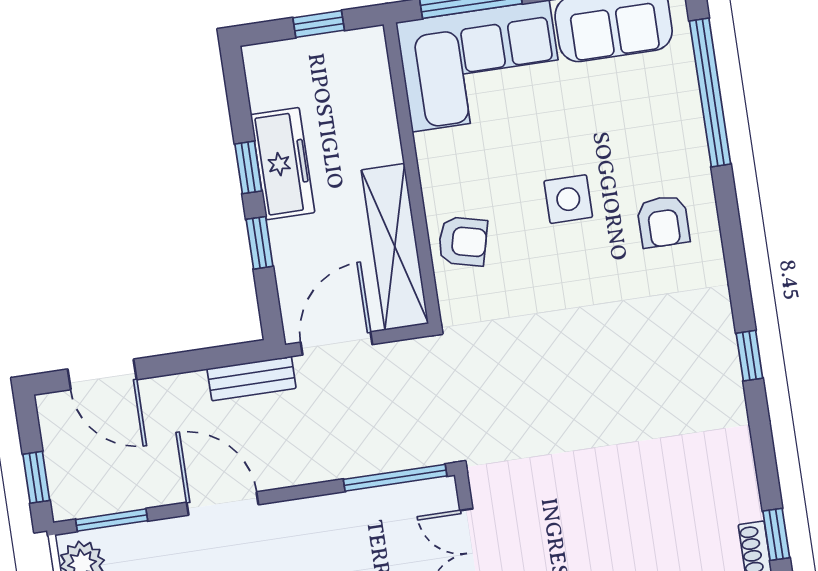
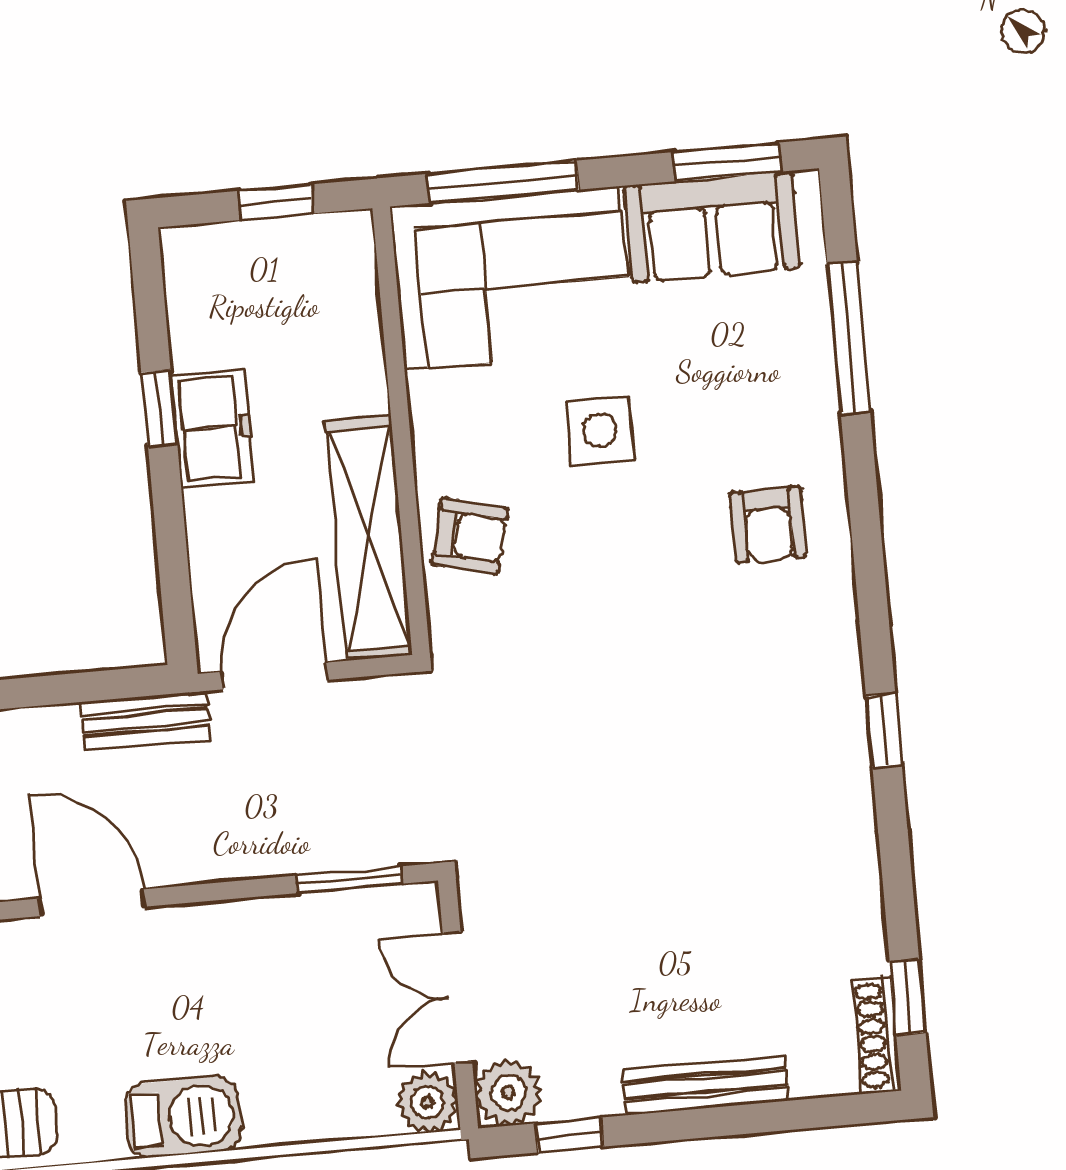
window: (710, 92) -> (849, 338), width x0.68
freezer: (283, 164) -> (212, 428), width x0.71
side table: (568, 199) -> (600, 431), moved
window: (260, 243) -> (169, 520), removed
window: (395, 478) -> (349, 880), width x0.69

